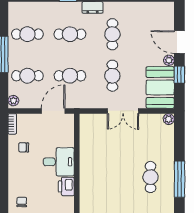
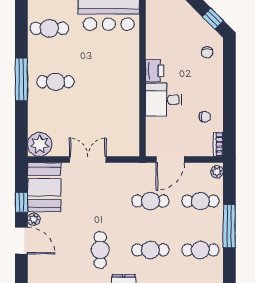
cafe table: (112, 76) -> (100, 201), removed
plant: (169, 119) -> (40, 144), width x1.88, depth x1.88
cafe table: (150, 177) -> (55, 82), turned 90

